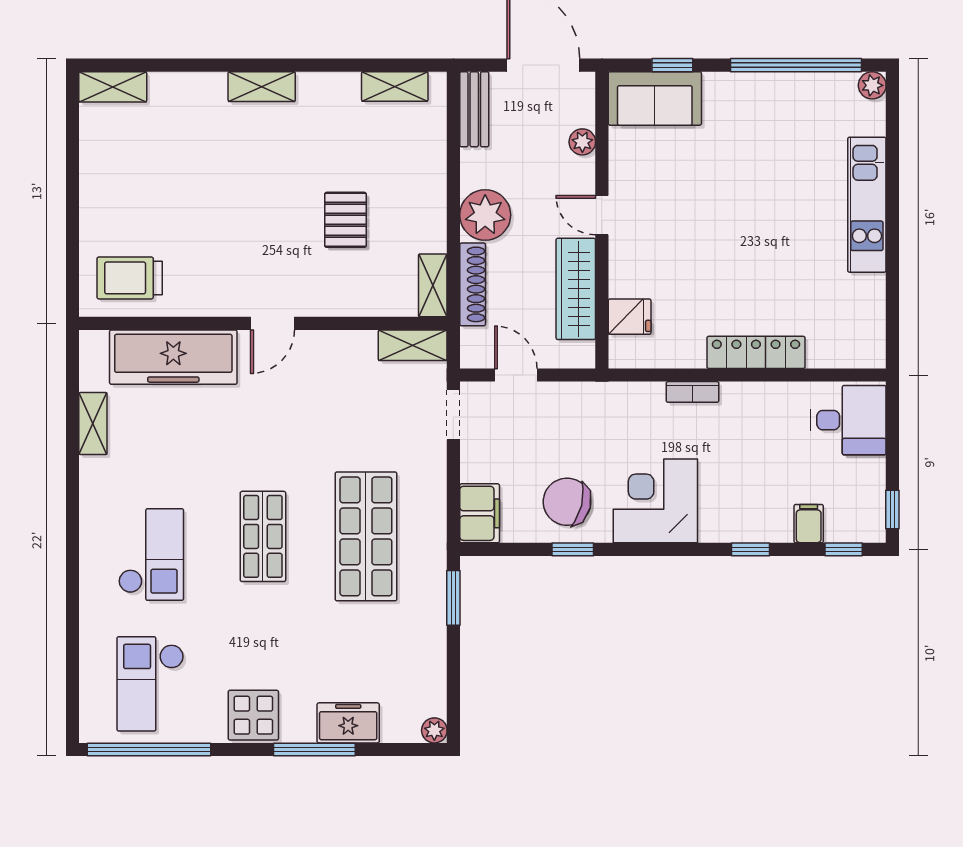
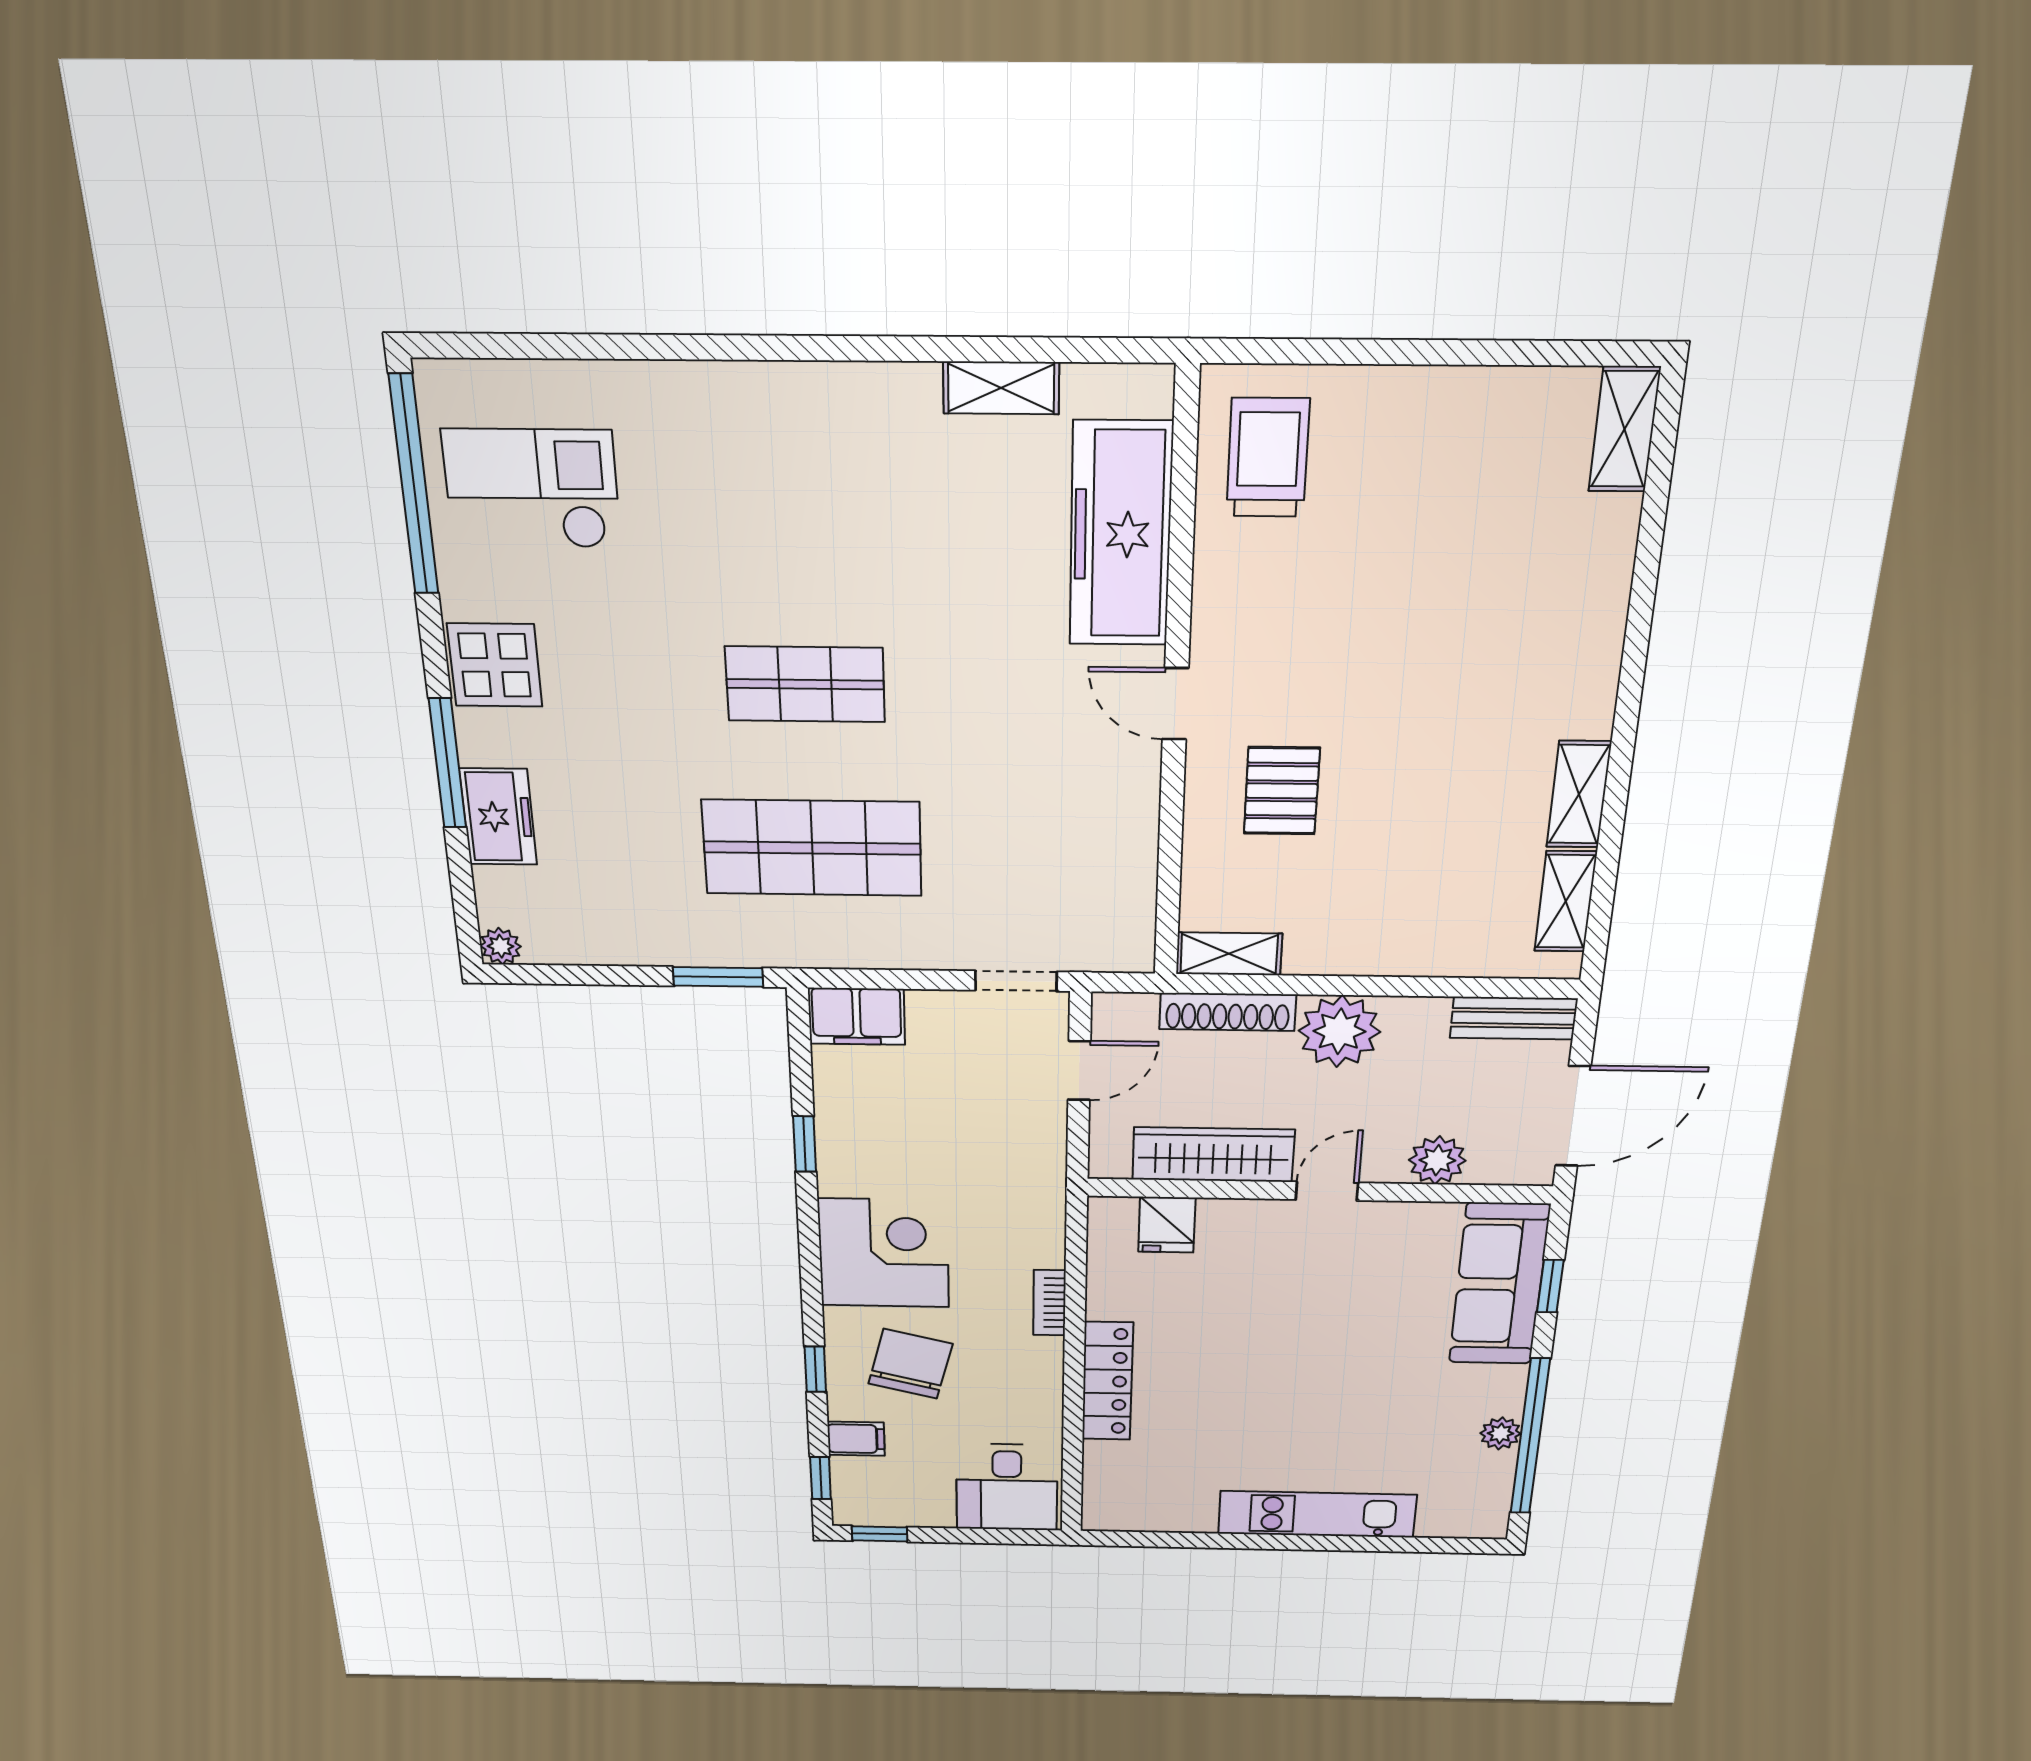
plant: (872, 85) -> (1501, 1433), moved
shelving: (262, 87) -> (1579, 794), moved
sofa: (655, 98) -> (1499, 1284), width x1.36
plant: (582, 142) -> (1437, 1160), width x1.38, depth x1.38
pallet: (345, 220) -> (1282, 791), moved, turned 90
shelving: (413, 345) -> (1131, 923), removed
chair: (567, 502) -> (910, 1364), moved
checkout: (151, 554) -> (764, 492), removed

